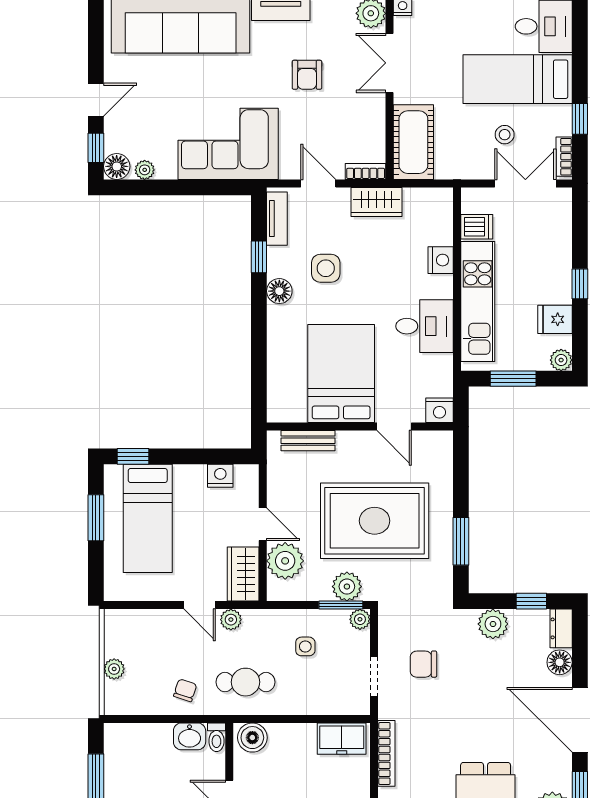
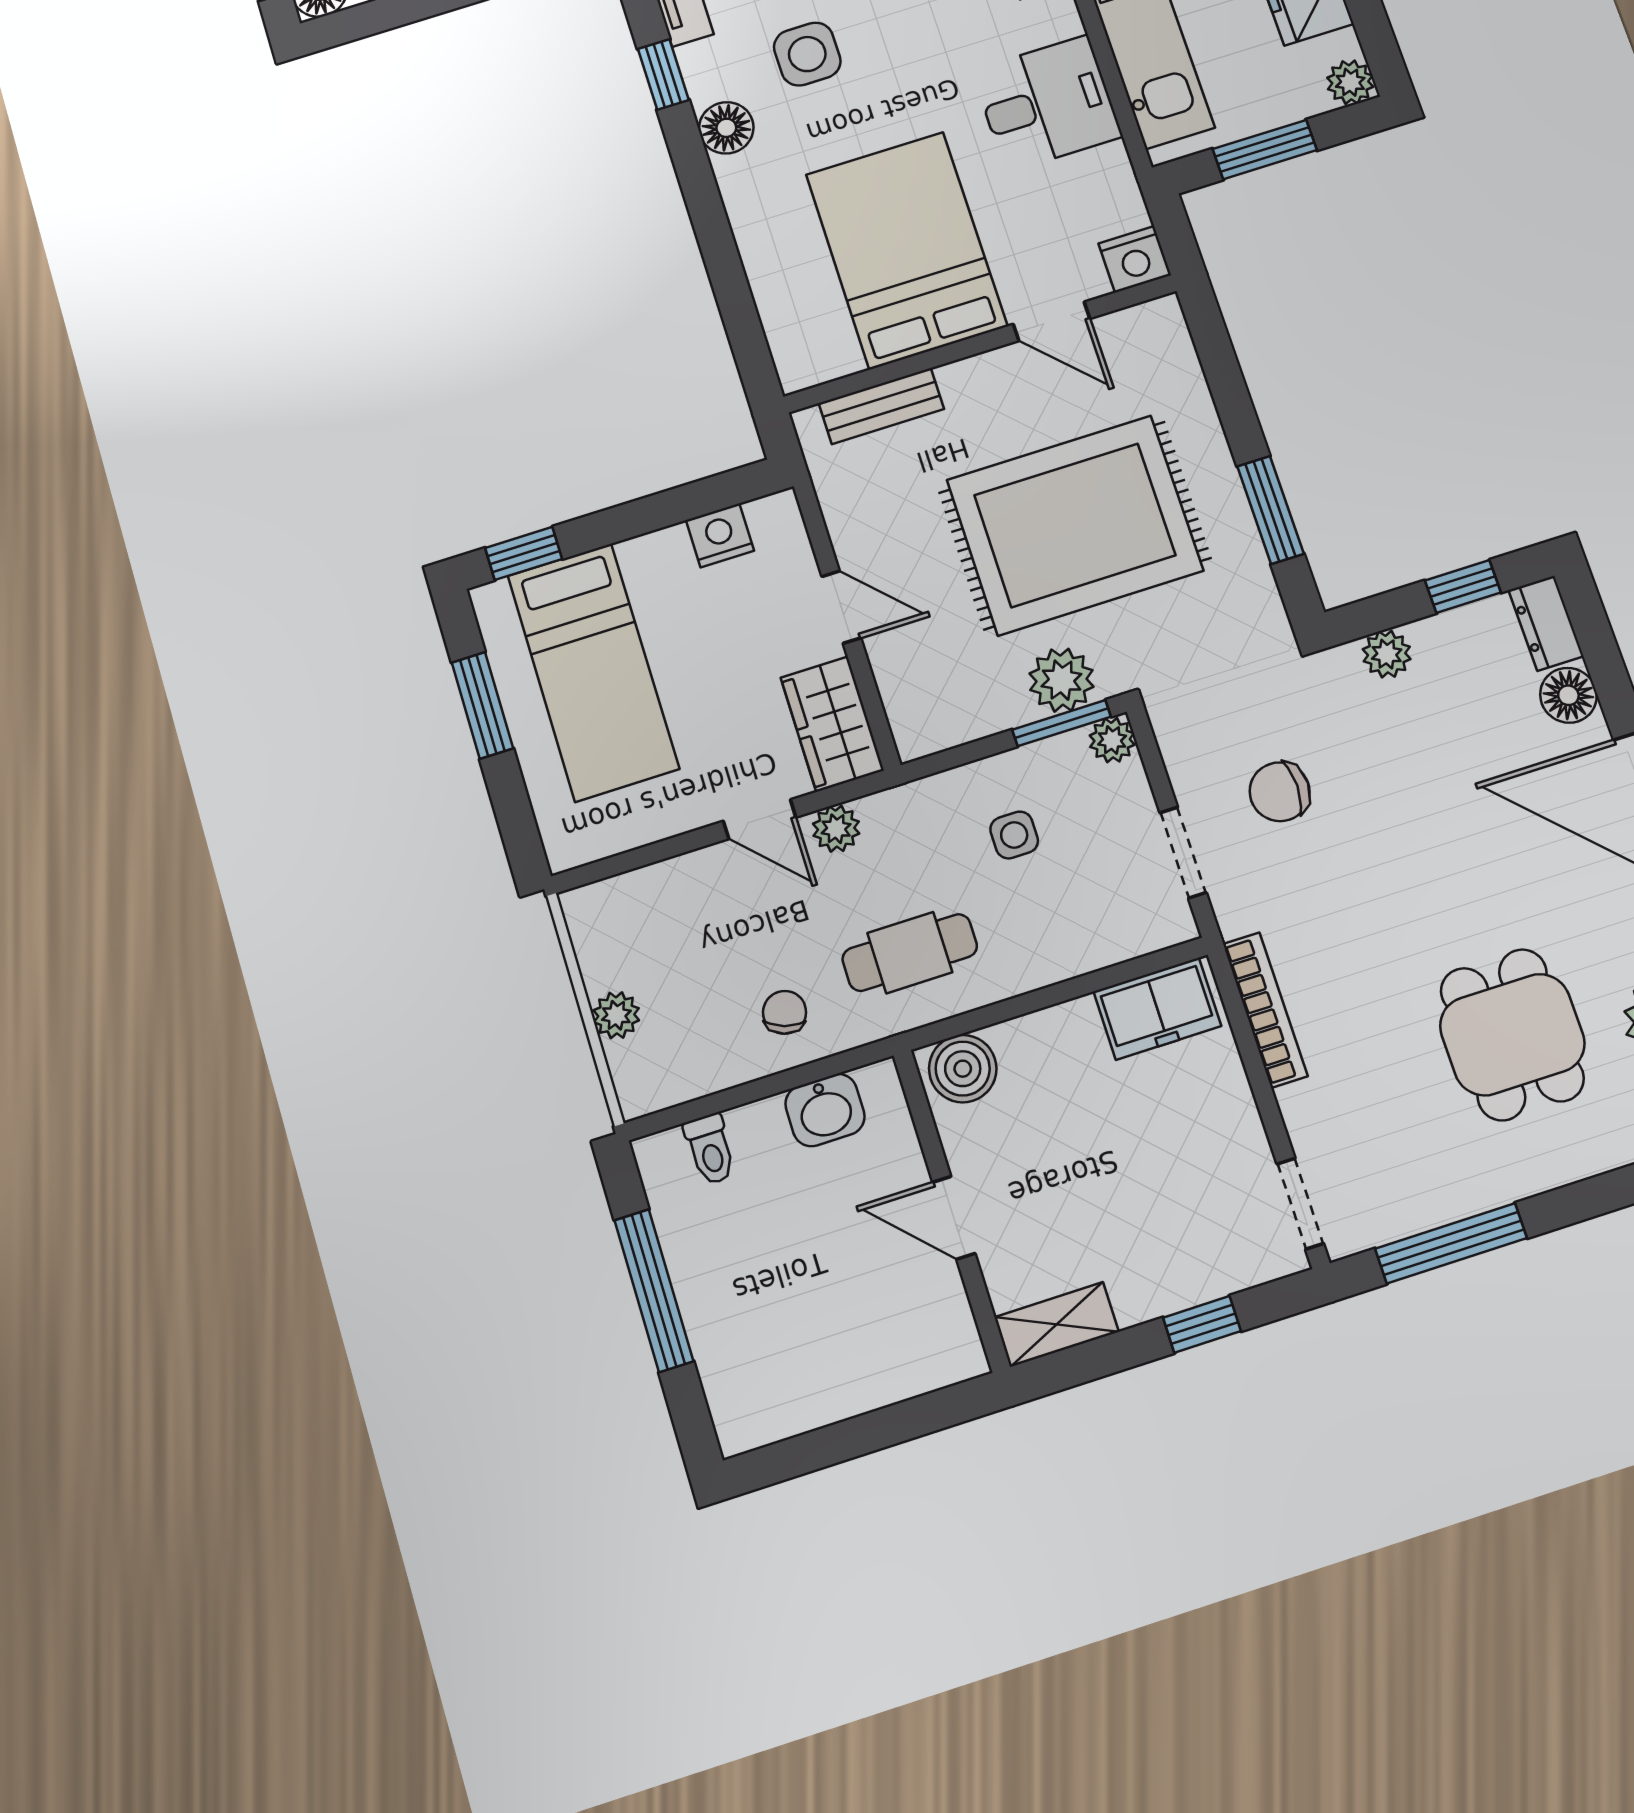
plant: (285, 561) -> (913, 668), removed
plant: (493, 624) -> (1387, 654), width x0.73, depth x0.73
toilet: (216, 737) -> (710, 1149), moved

